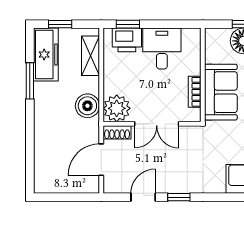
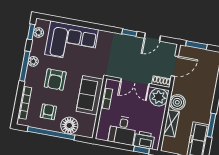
shelving: (90, 56) -> (171, 123), moved
double door: (157, 124) -> (135, 82), swing flipped
window: (74, 197) -> (196, 45), added

